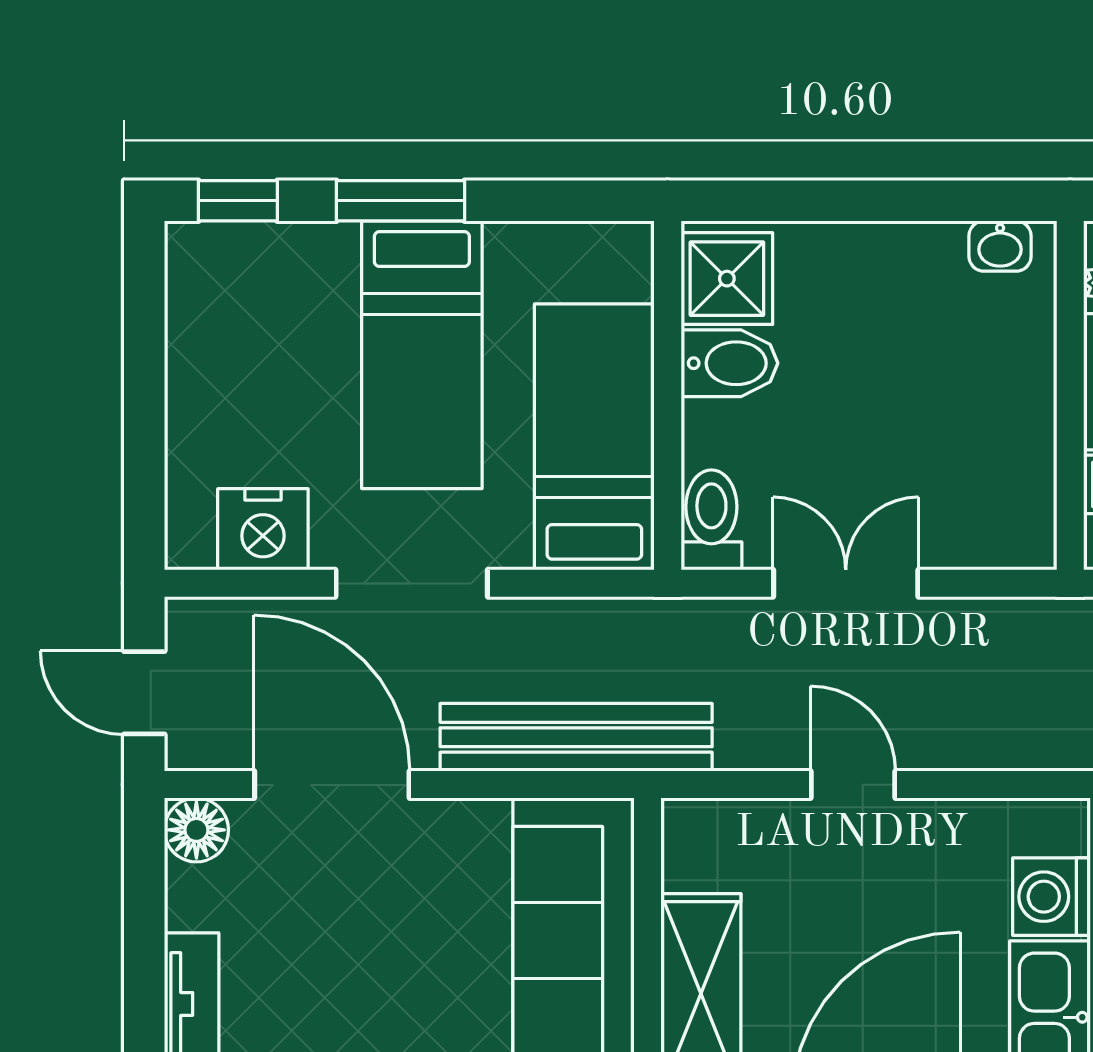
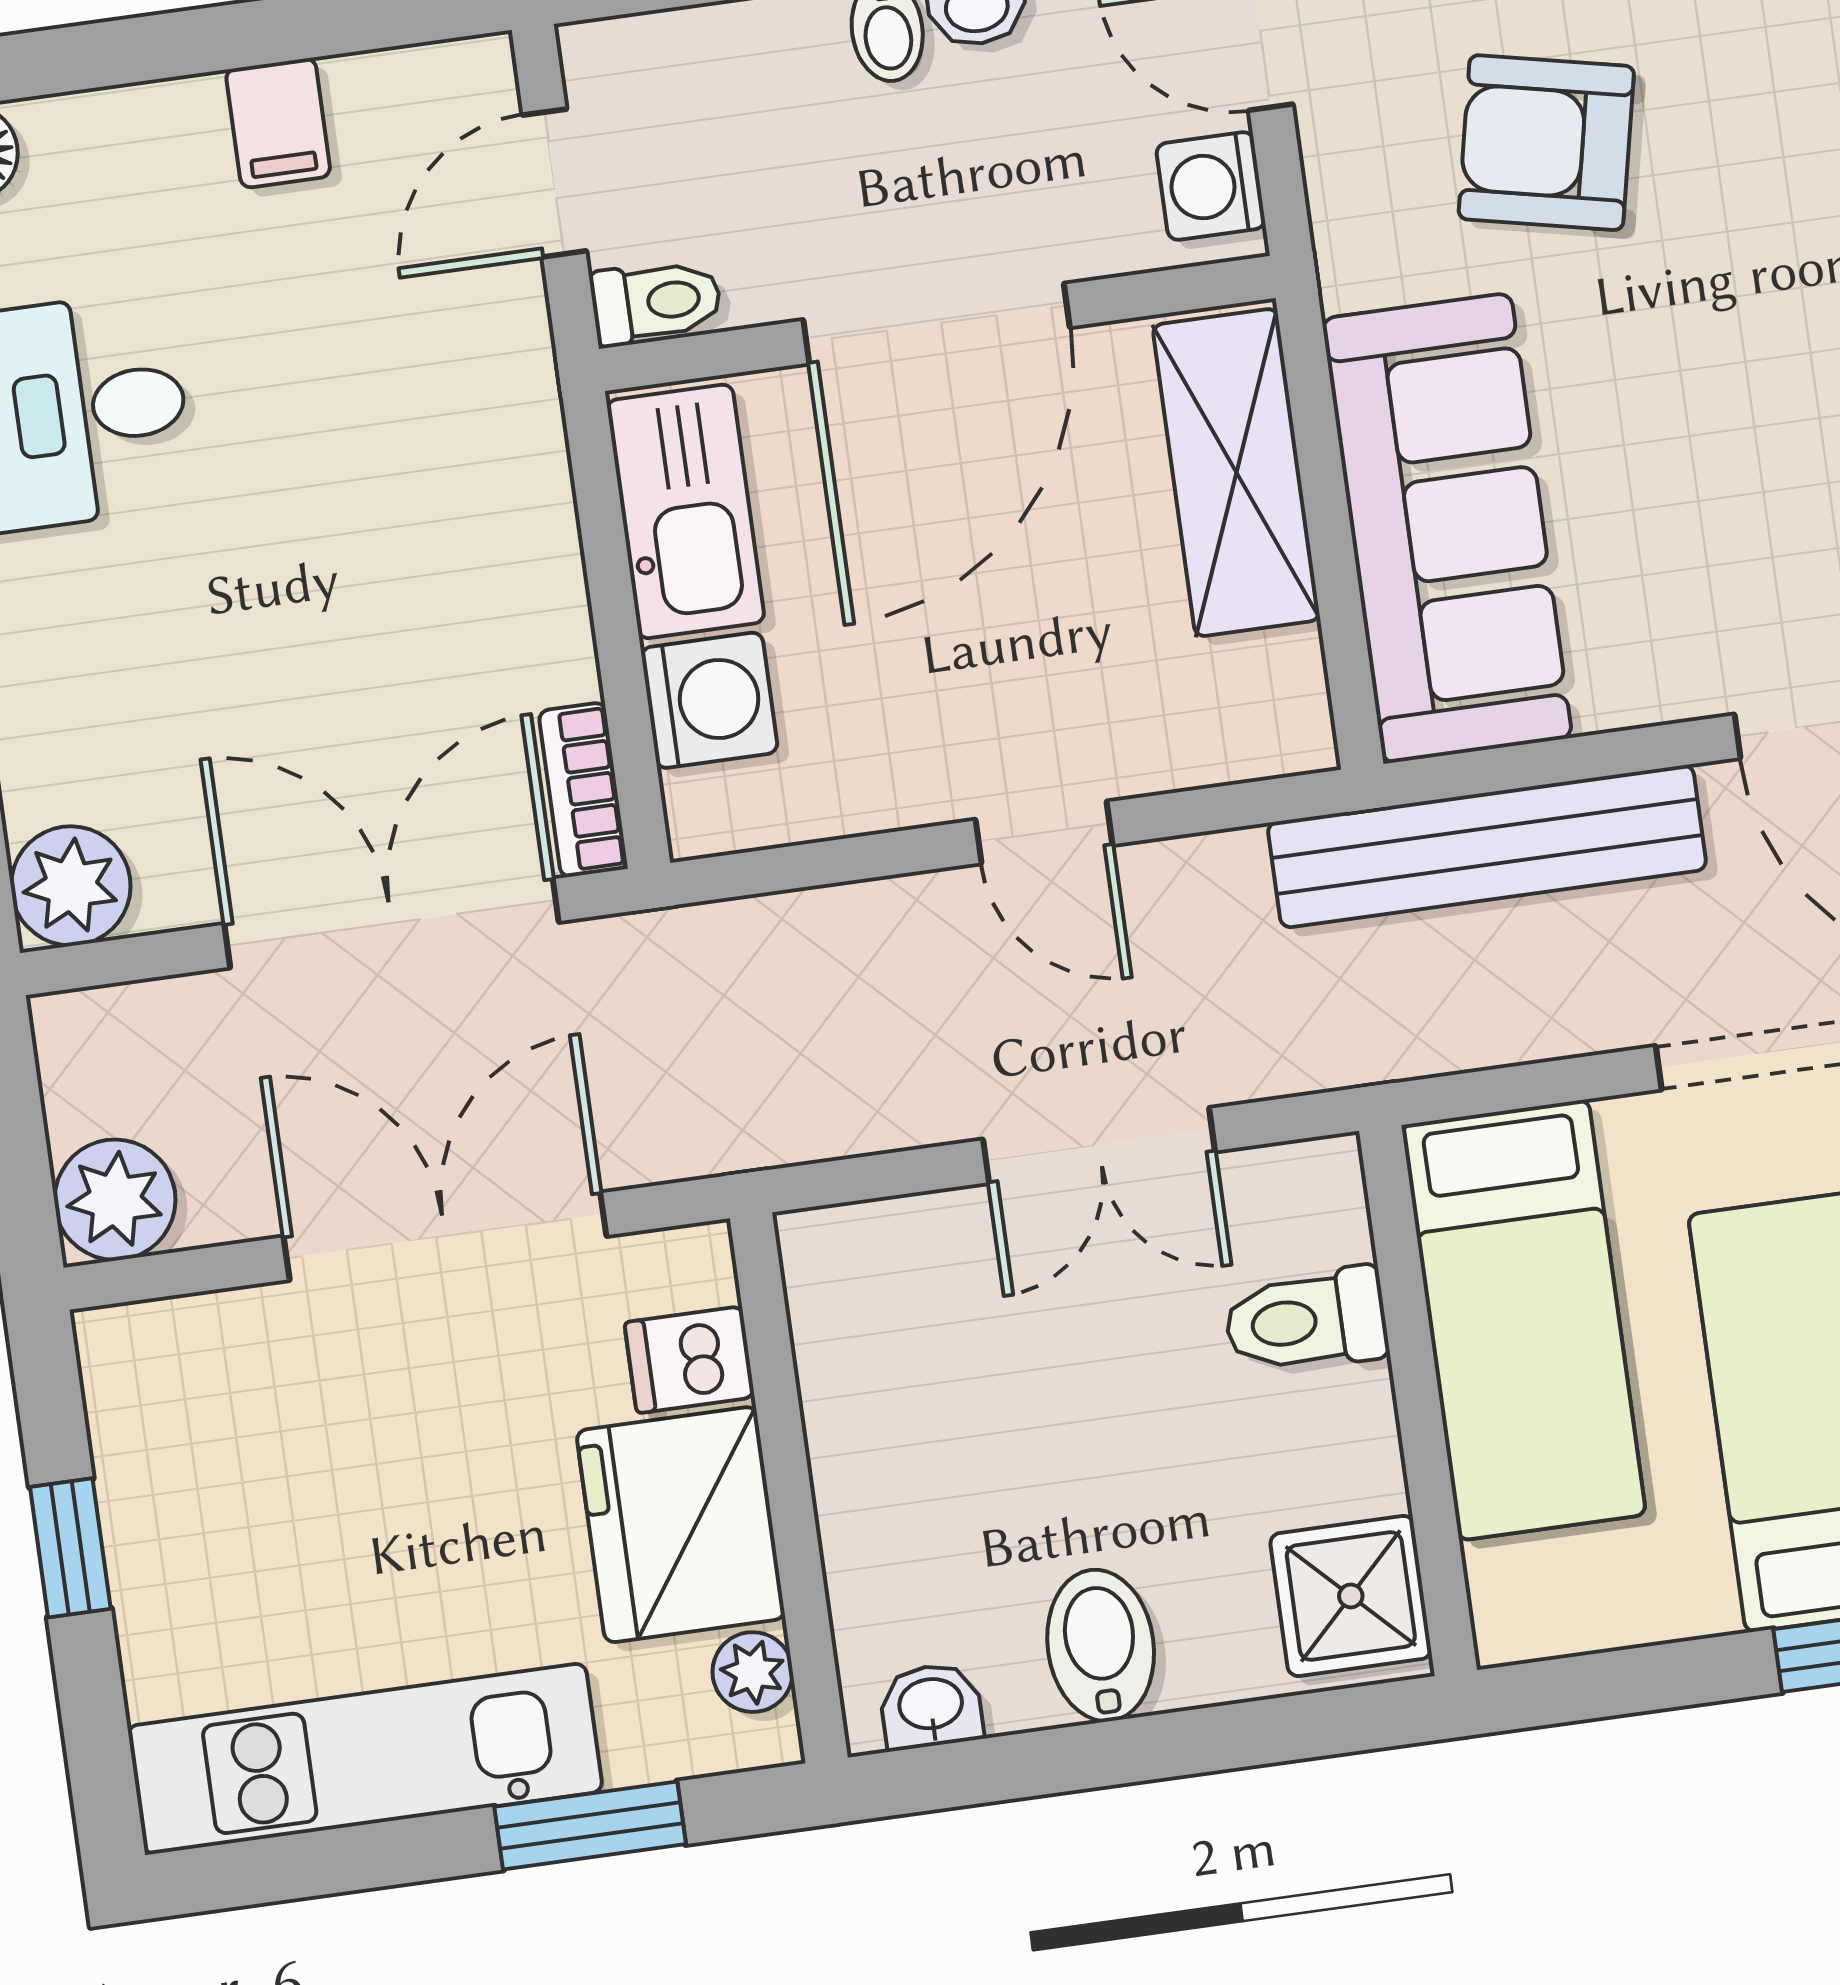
bidet: (729, 363) -> (1101, 1645), moved, turned 90
toilet: (711, 520) -> (1306, 1321), moved, turned 90

